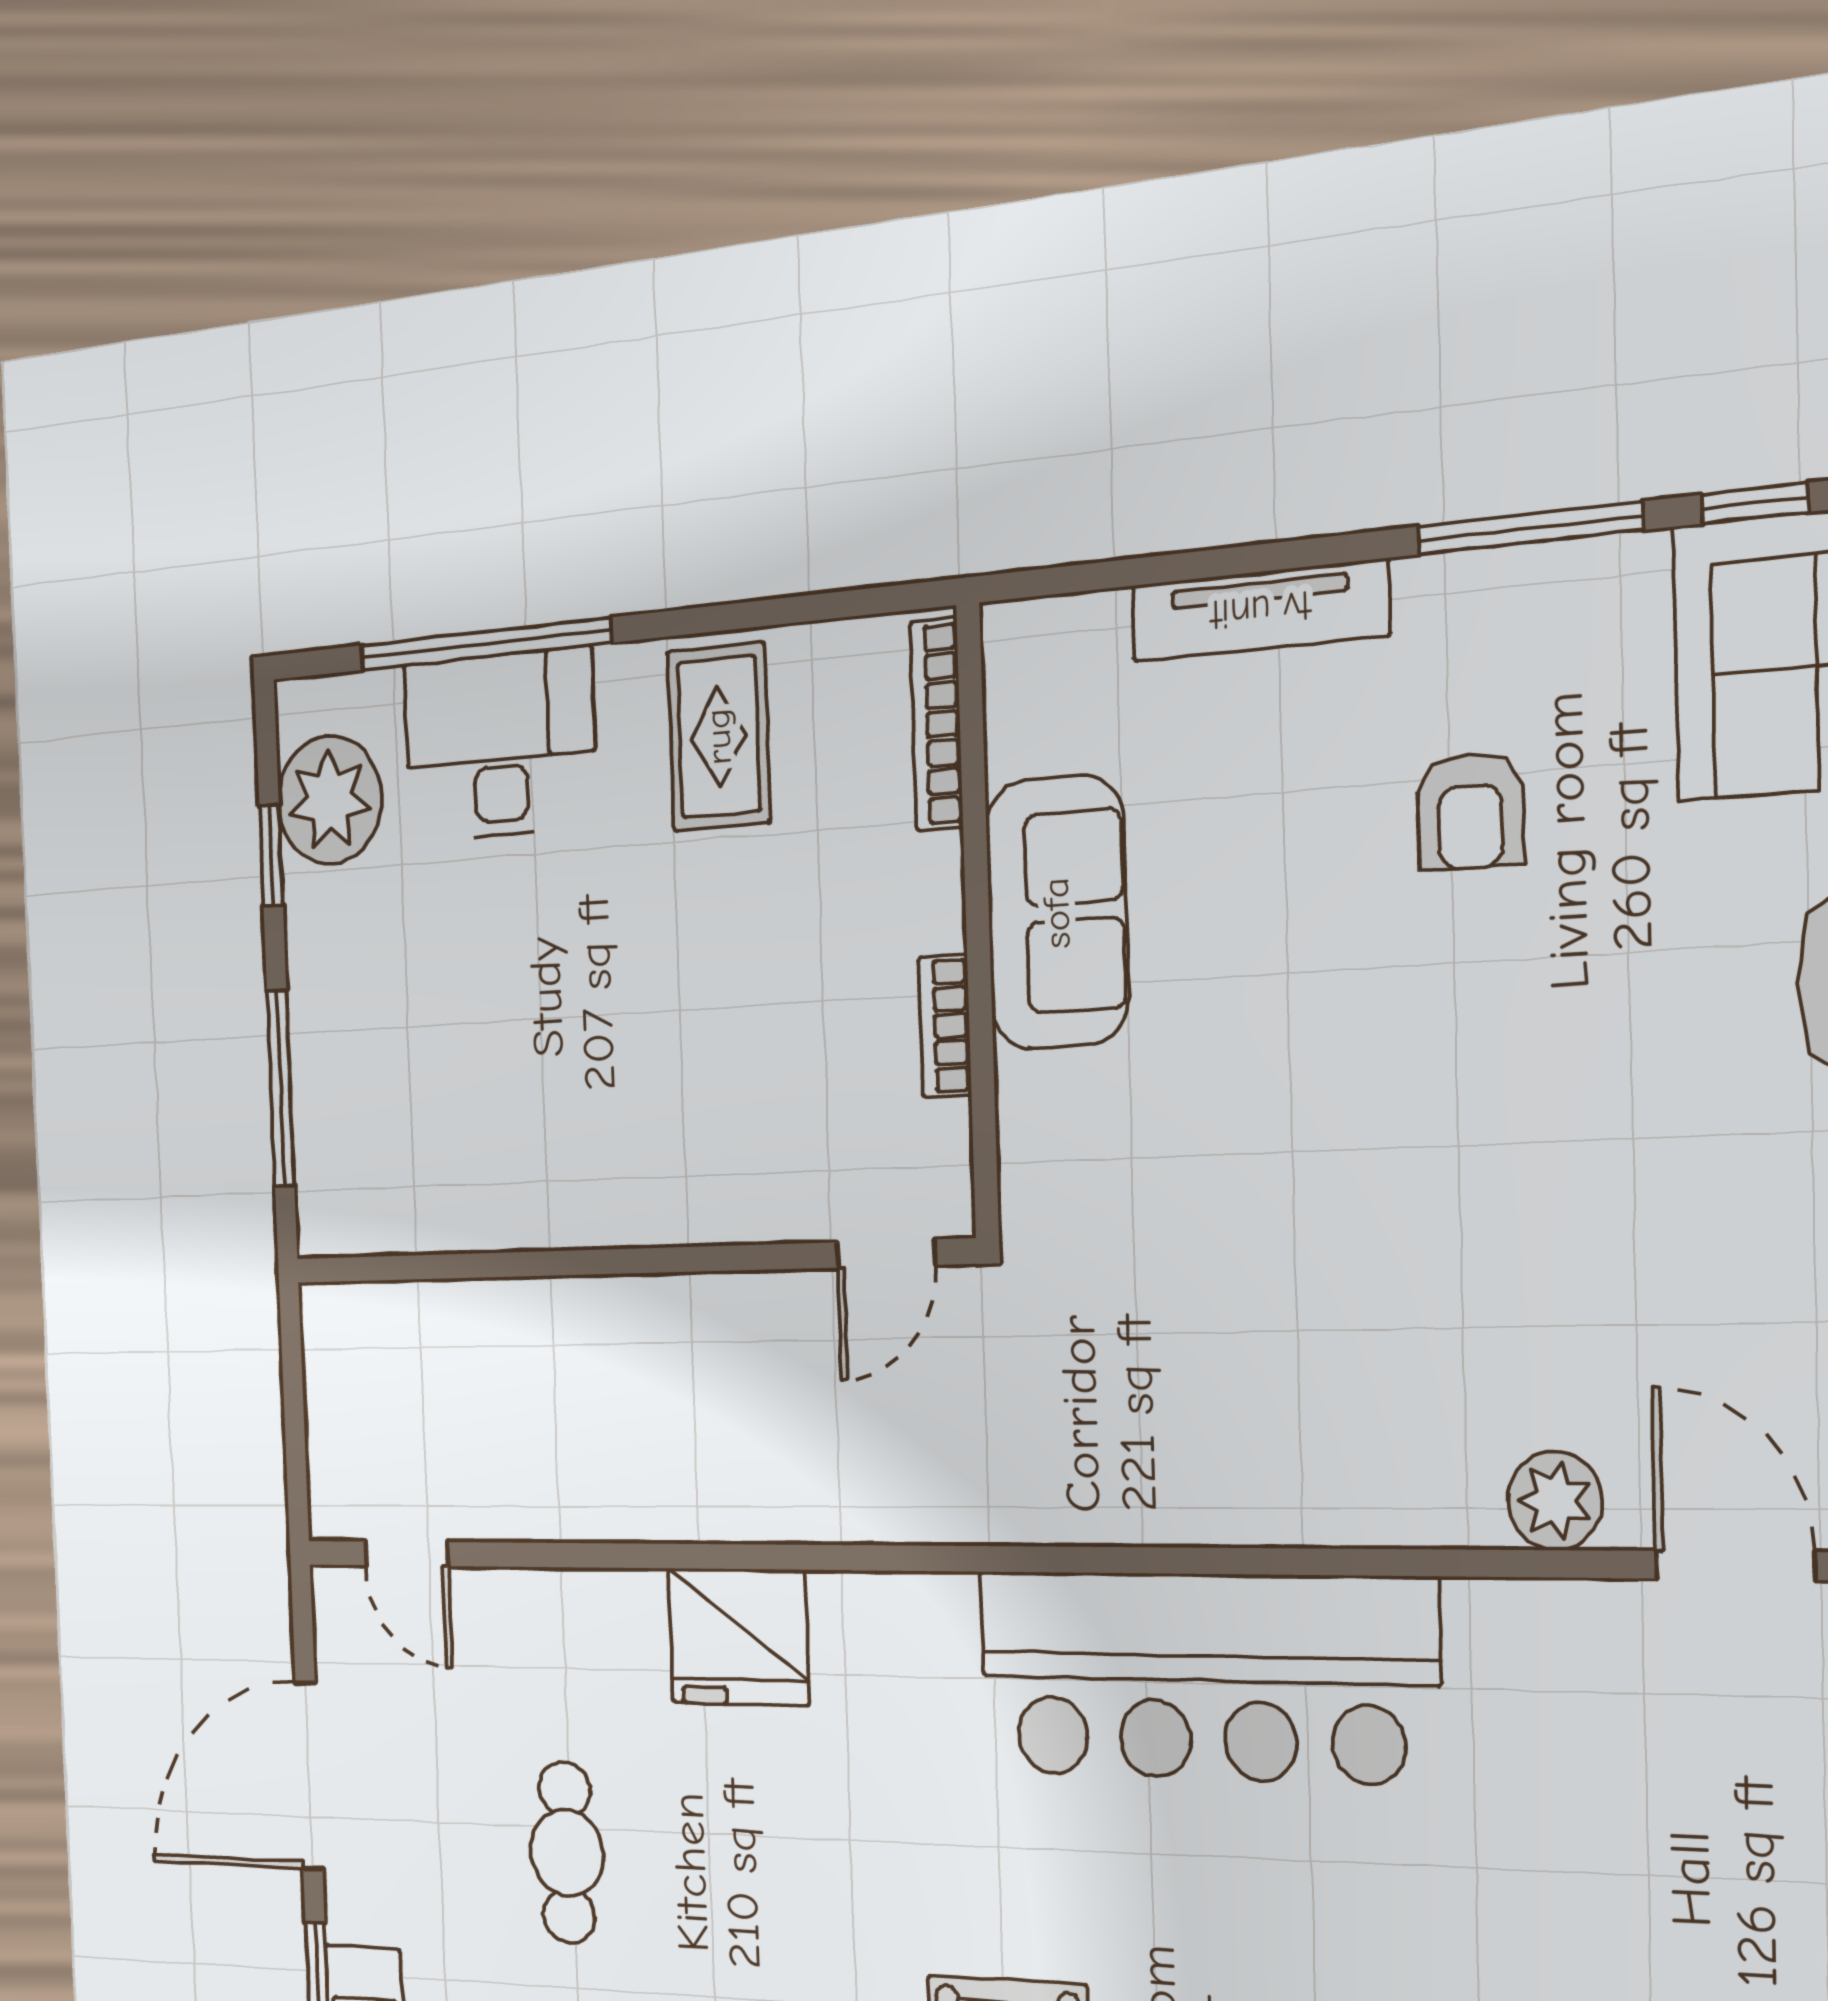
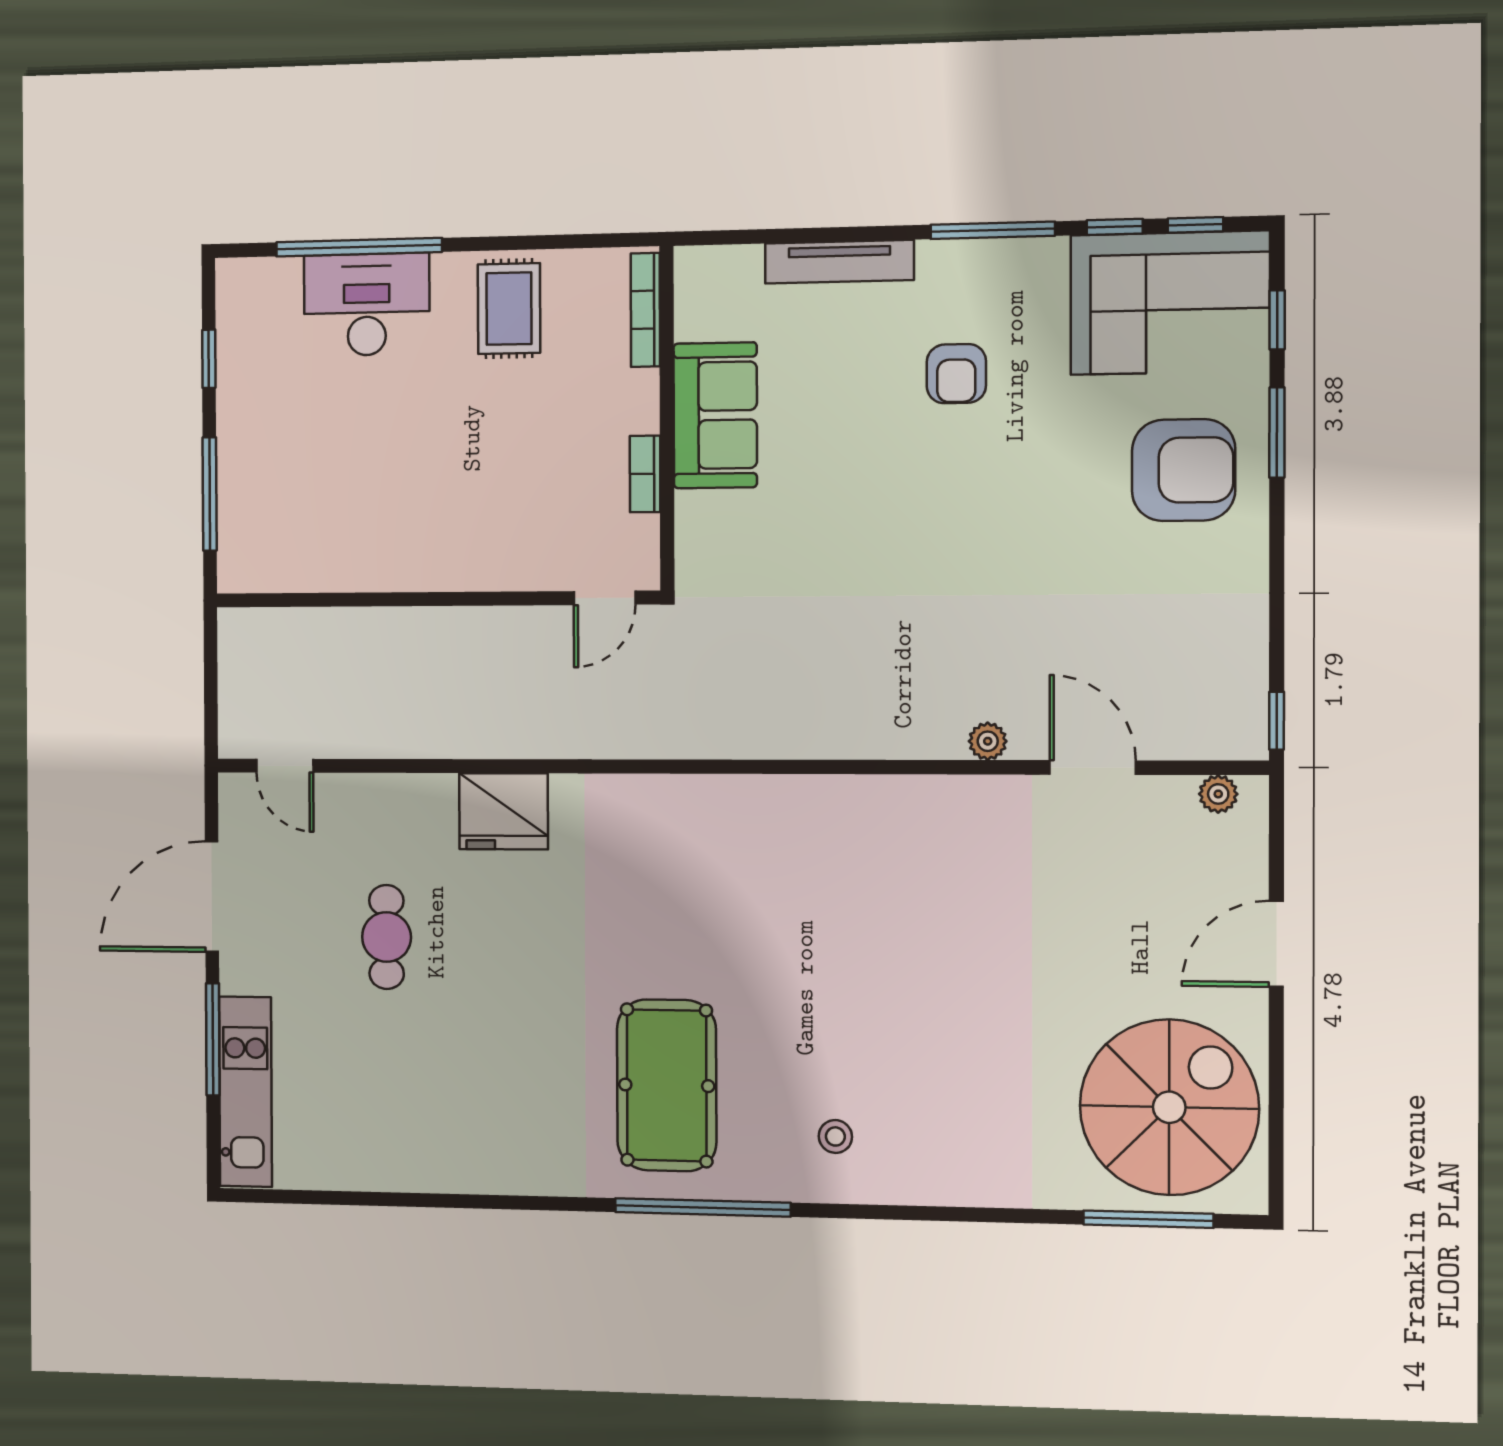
plant: (330, 800) -> (251, 329), removed
plant: (1555, 1501) -> (988, 741), width x0.73, depth x0.73
bar counter: (1206, 1677) -> (792, 829), removed

